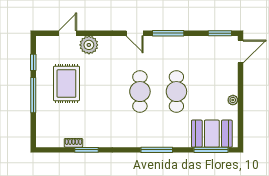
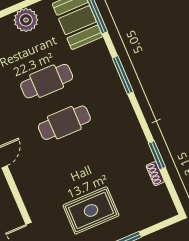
plant: (89, 45) -> (36, 204), removed
plant: (233, 100) -> (26, 20), width x1.88, depth x1.88

